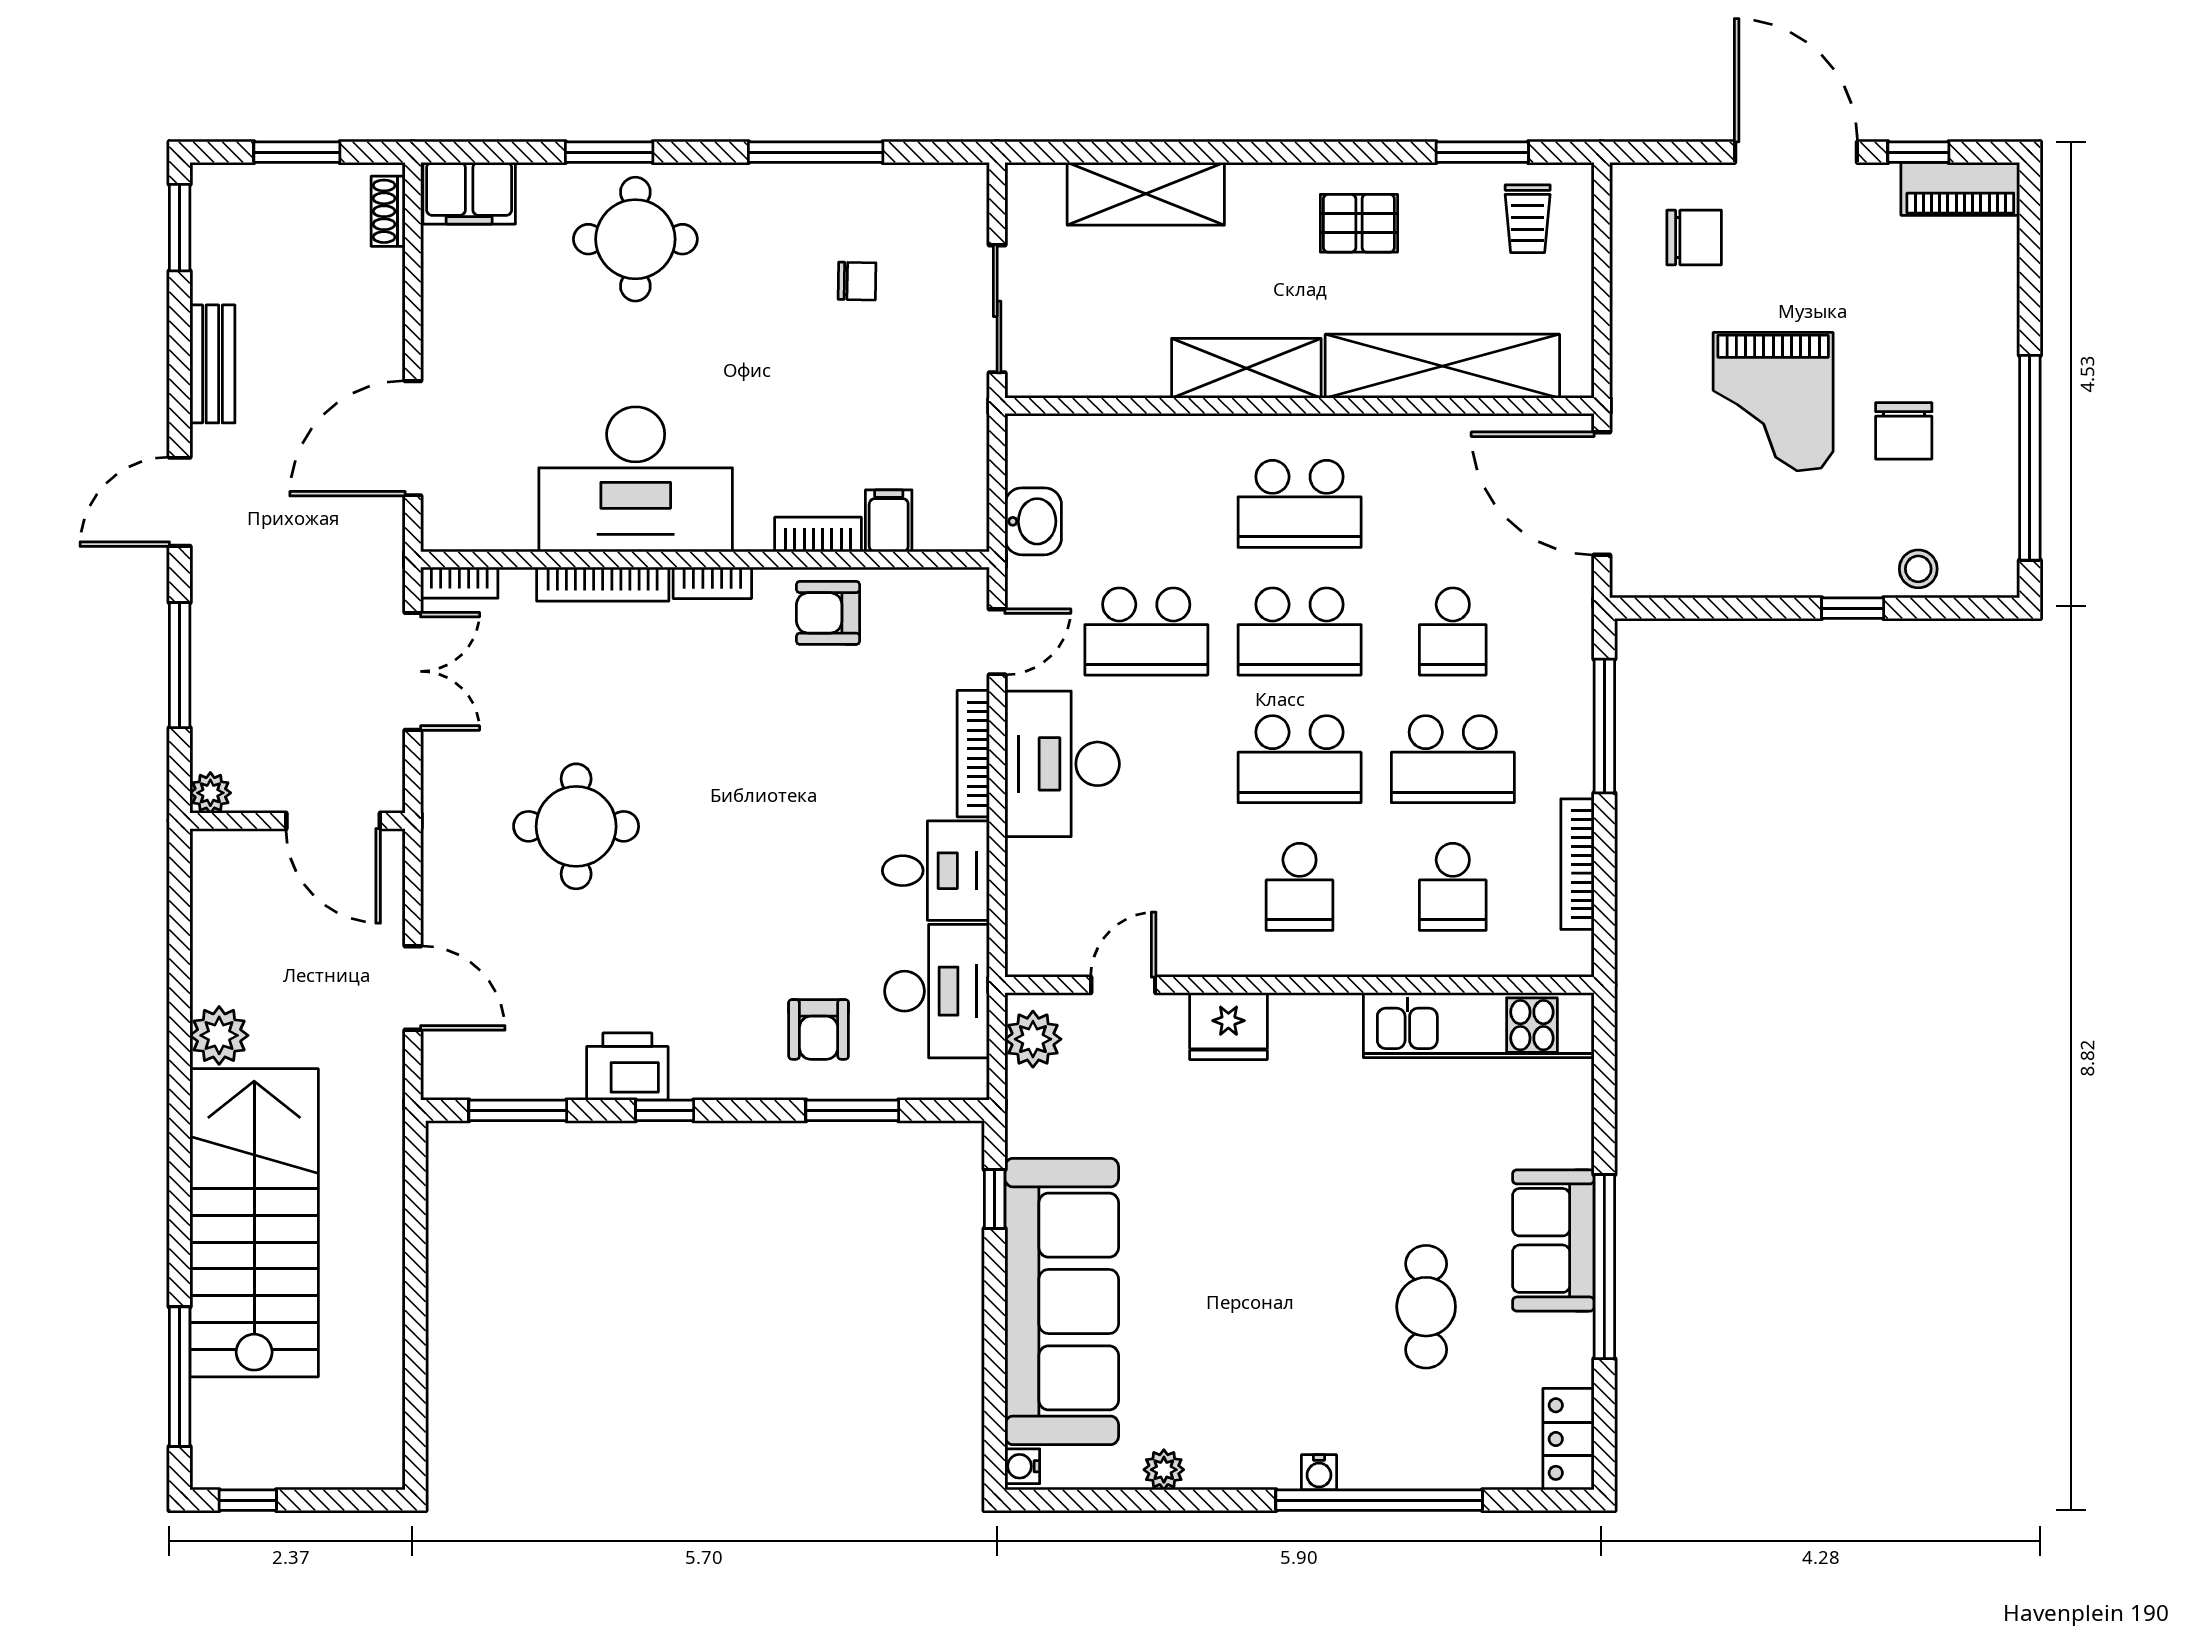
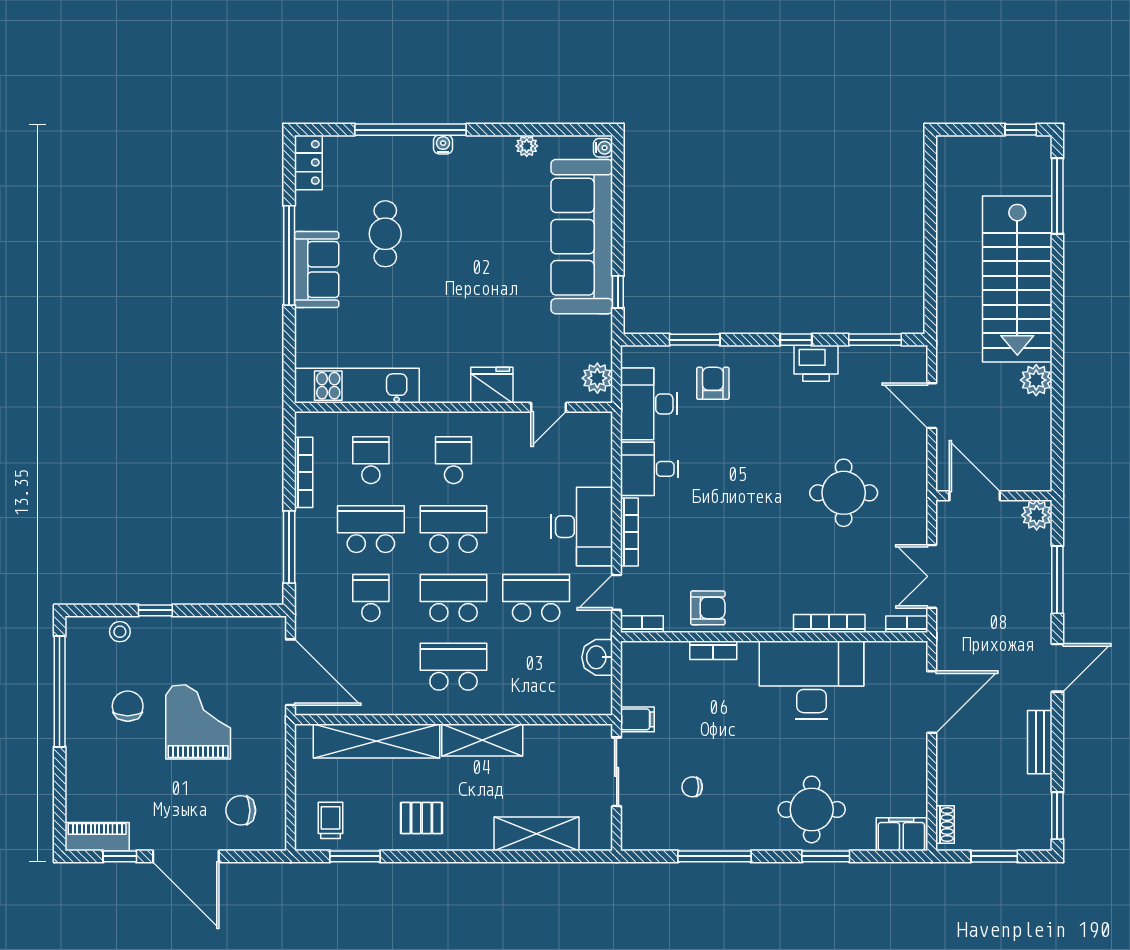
filing cabinet: (889, 521) -> (637, 719), moved, turned -90
bookcase: (712, 583) -> (642, 624), moved
plant: (210, 793) -> (1037, 515), width x1.38, depth x1.38

